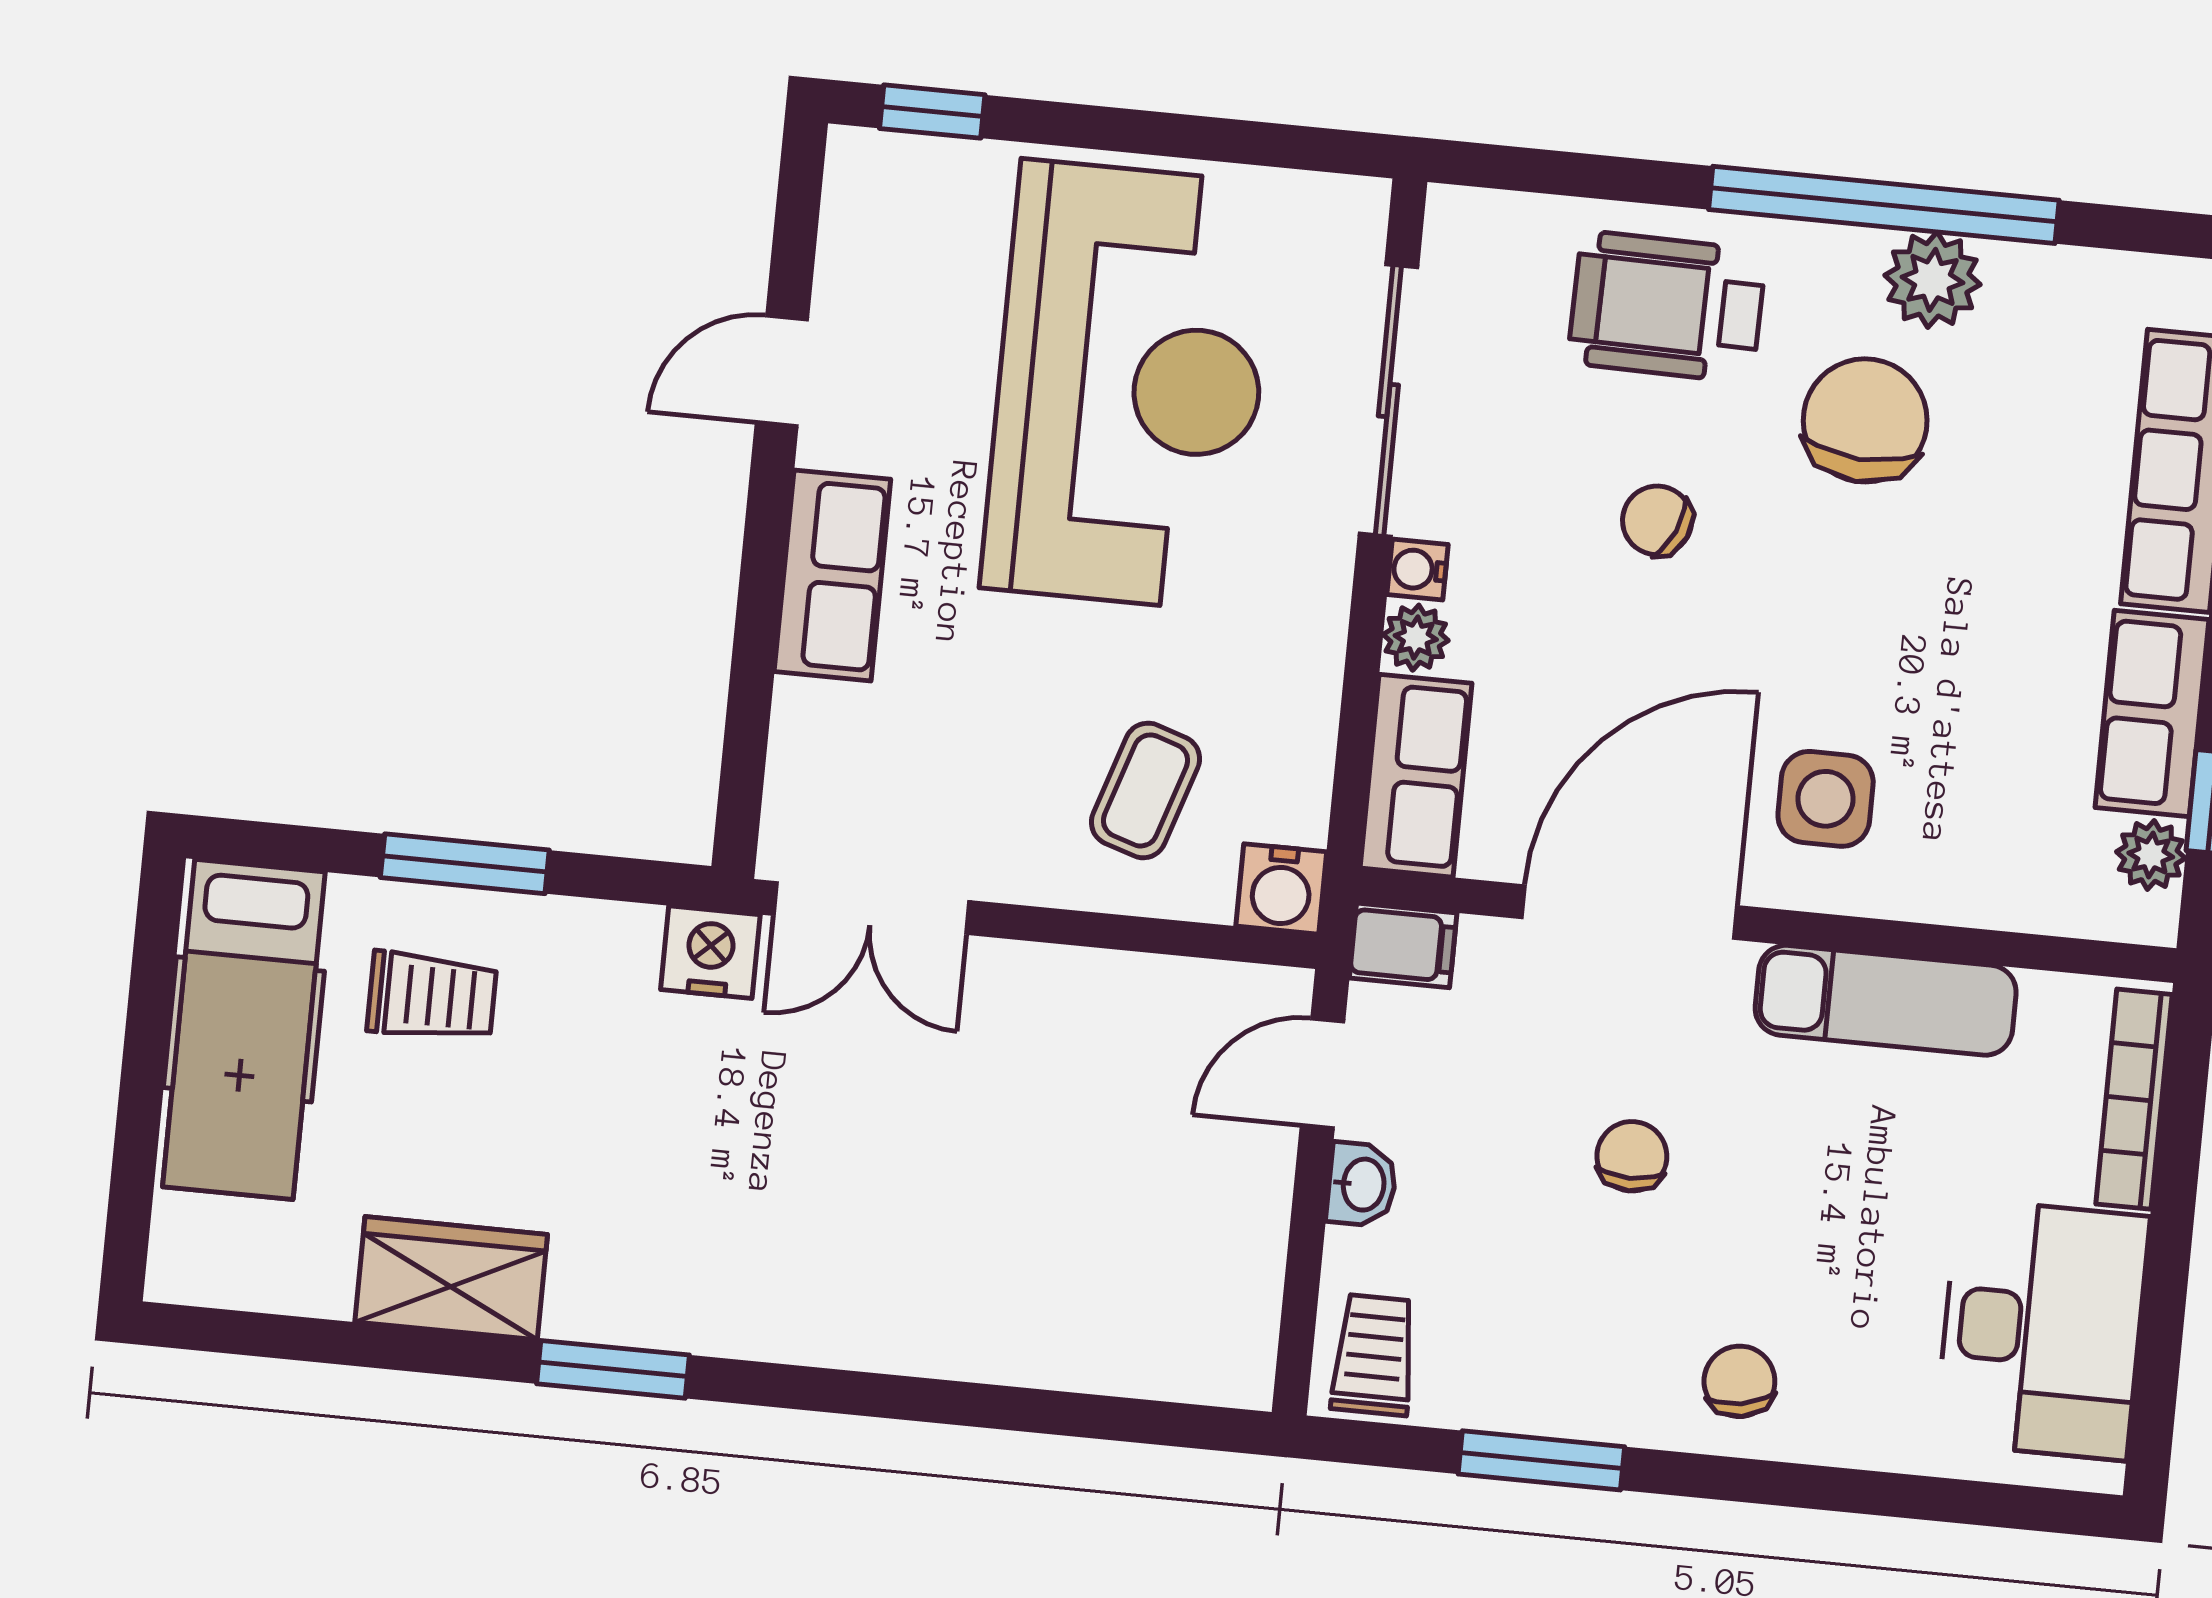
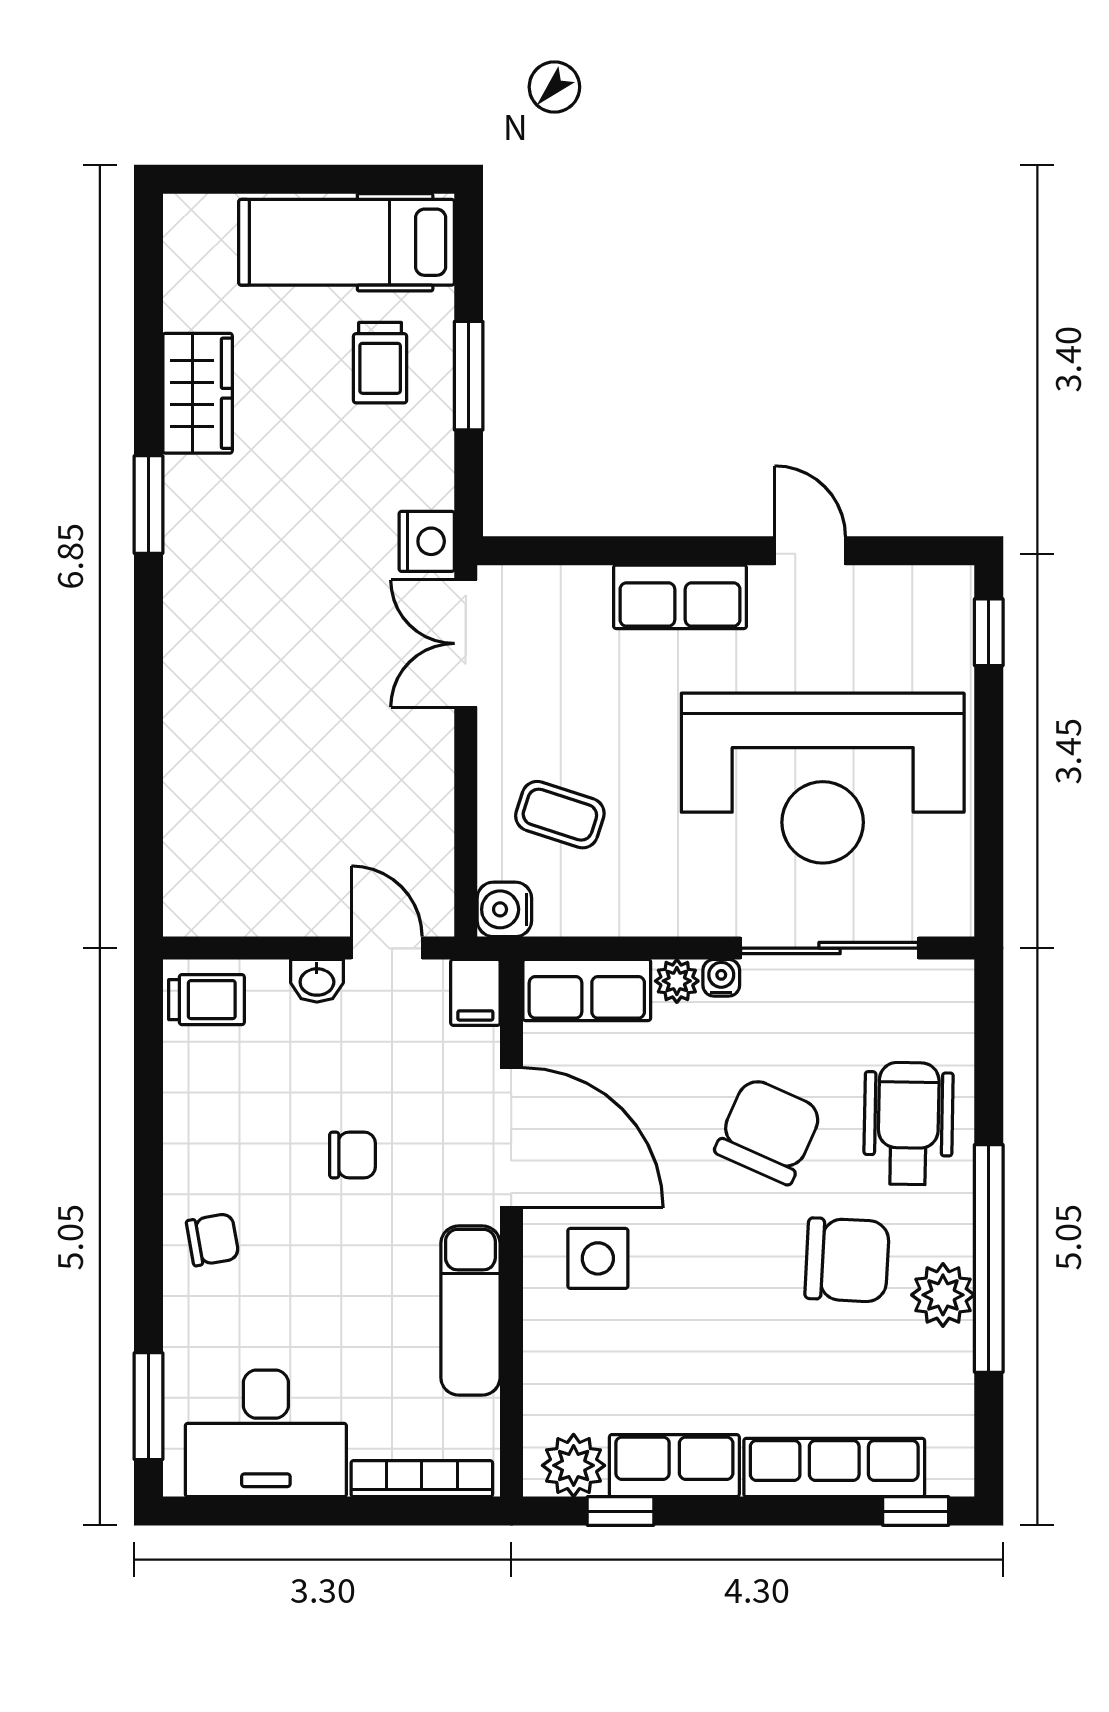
chair: (1657, 520) -> (769, 1131), width x1.87, depth x1.87
plant: (2151, 855) -> (574, 1465), width x1.38, depth x1.38
window: (1541, 1460) -> (149, 1406), moved

